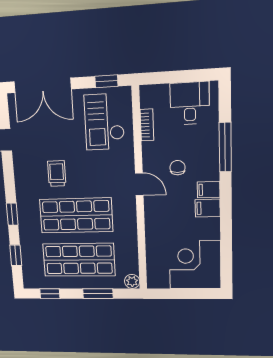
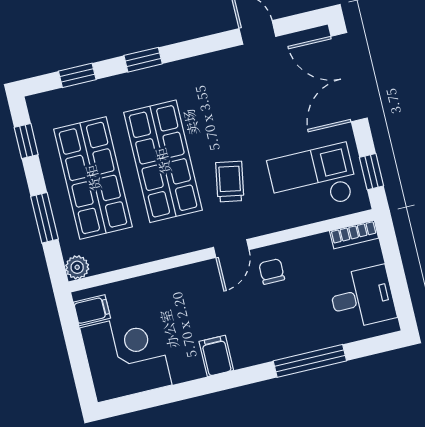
bookcase: (147, 125) -> (354, 235), moved
chair: (178, 168) -> (272, 272), moved, turned -90
trolley: (57, 173) -> (230, 182), moved, turned -80
filing cabinet: (209, 190) -> (92, 310), moved, turned 90

